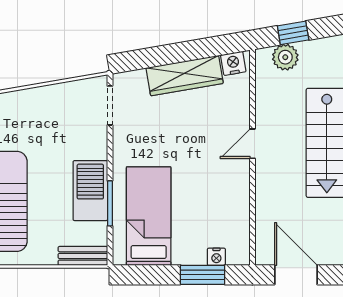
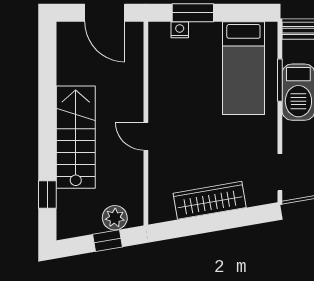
nightstand: (233, 63) -> (164, 212), removed
door: (252, 144) -> (146, 136), swing flipped

